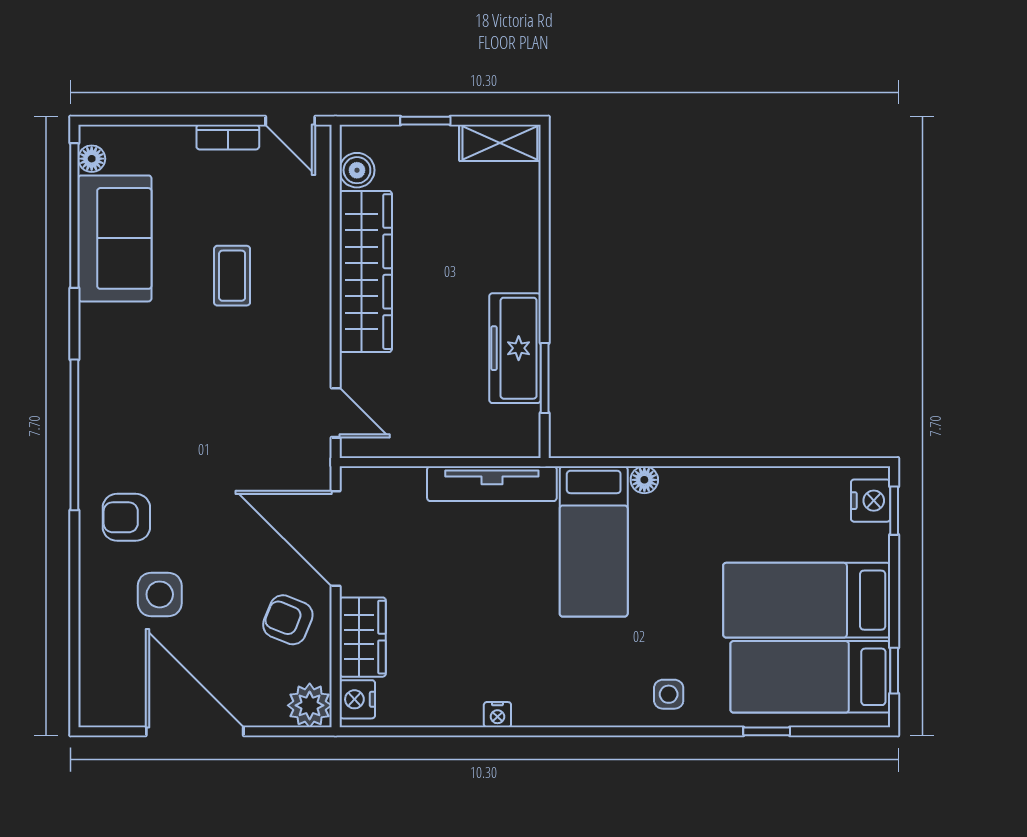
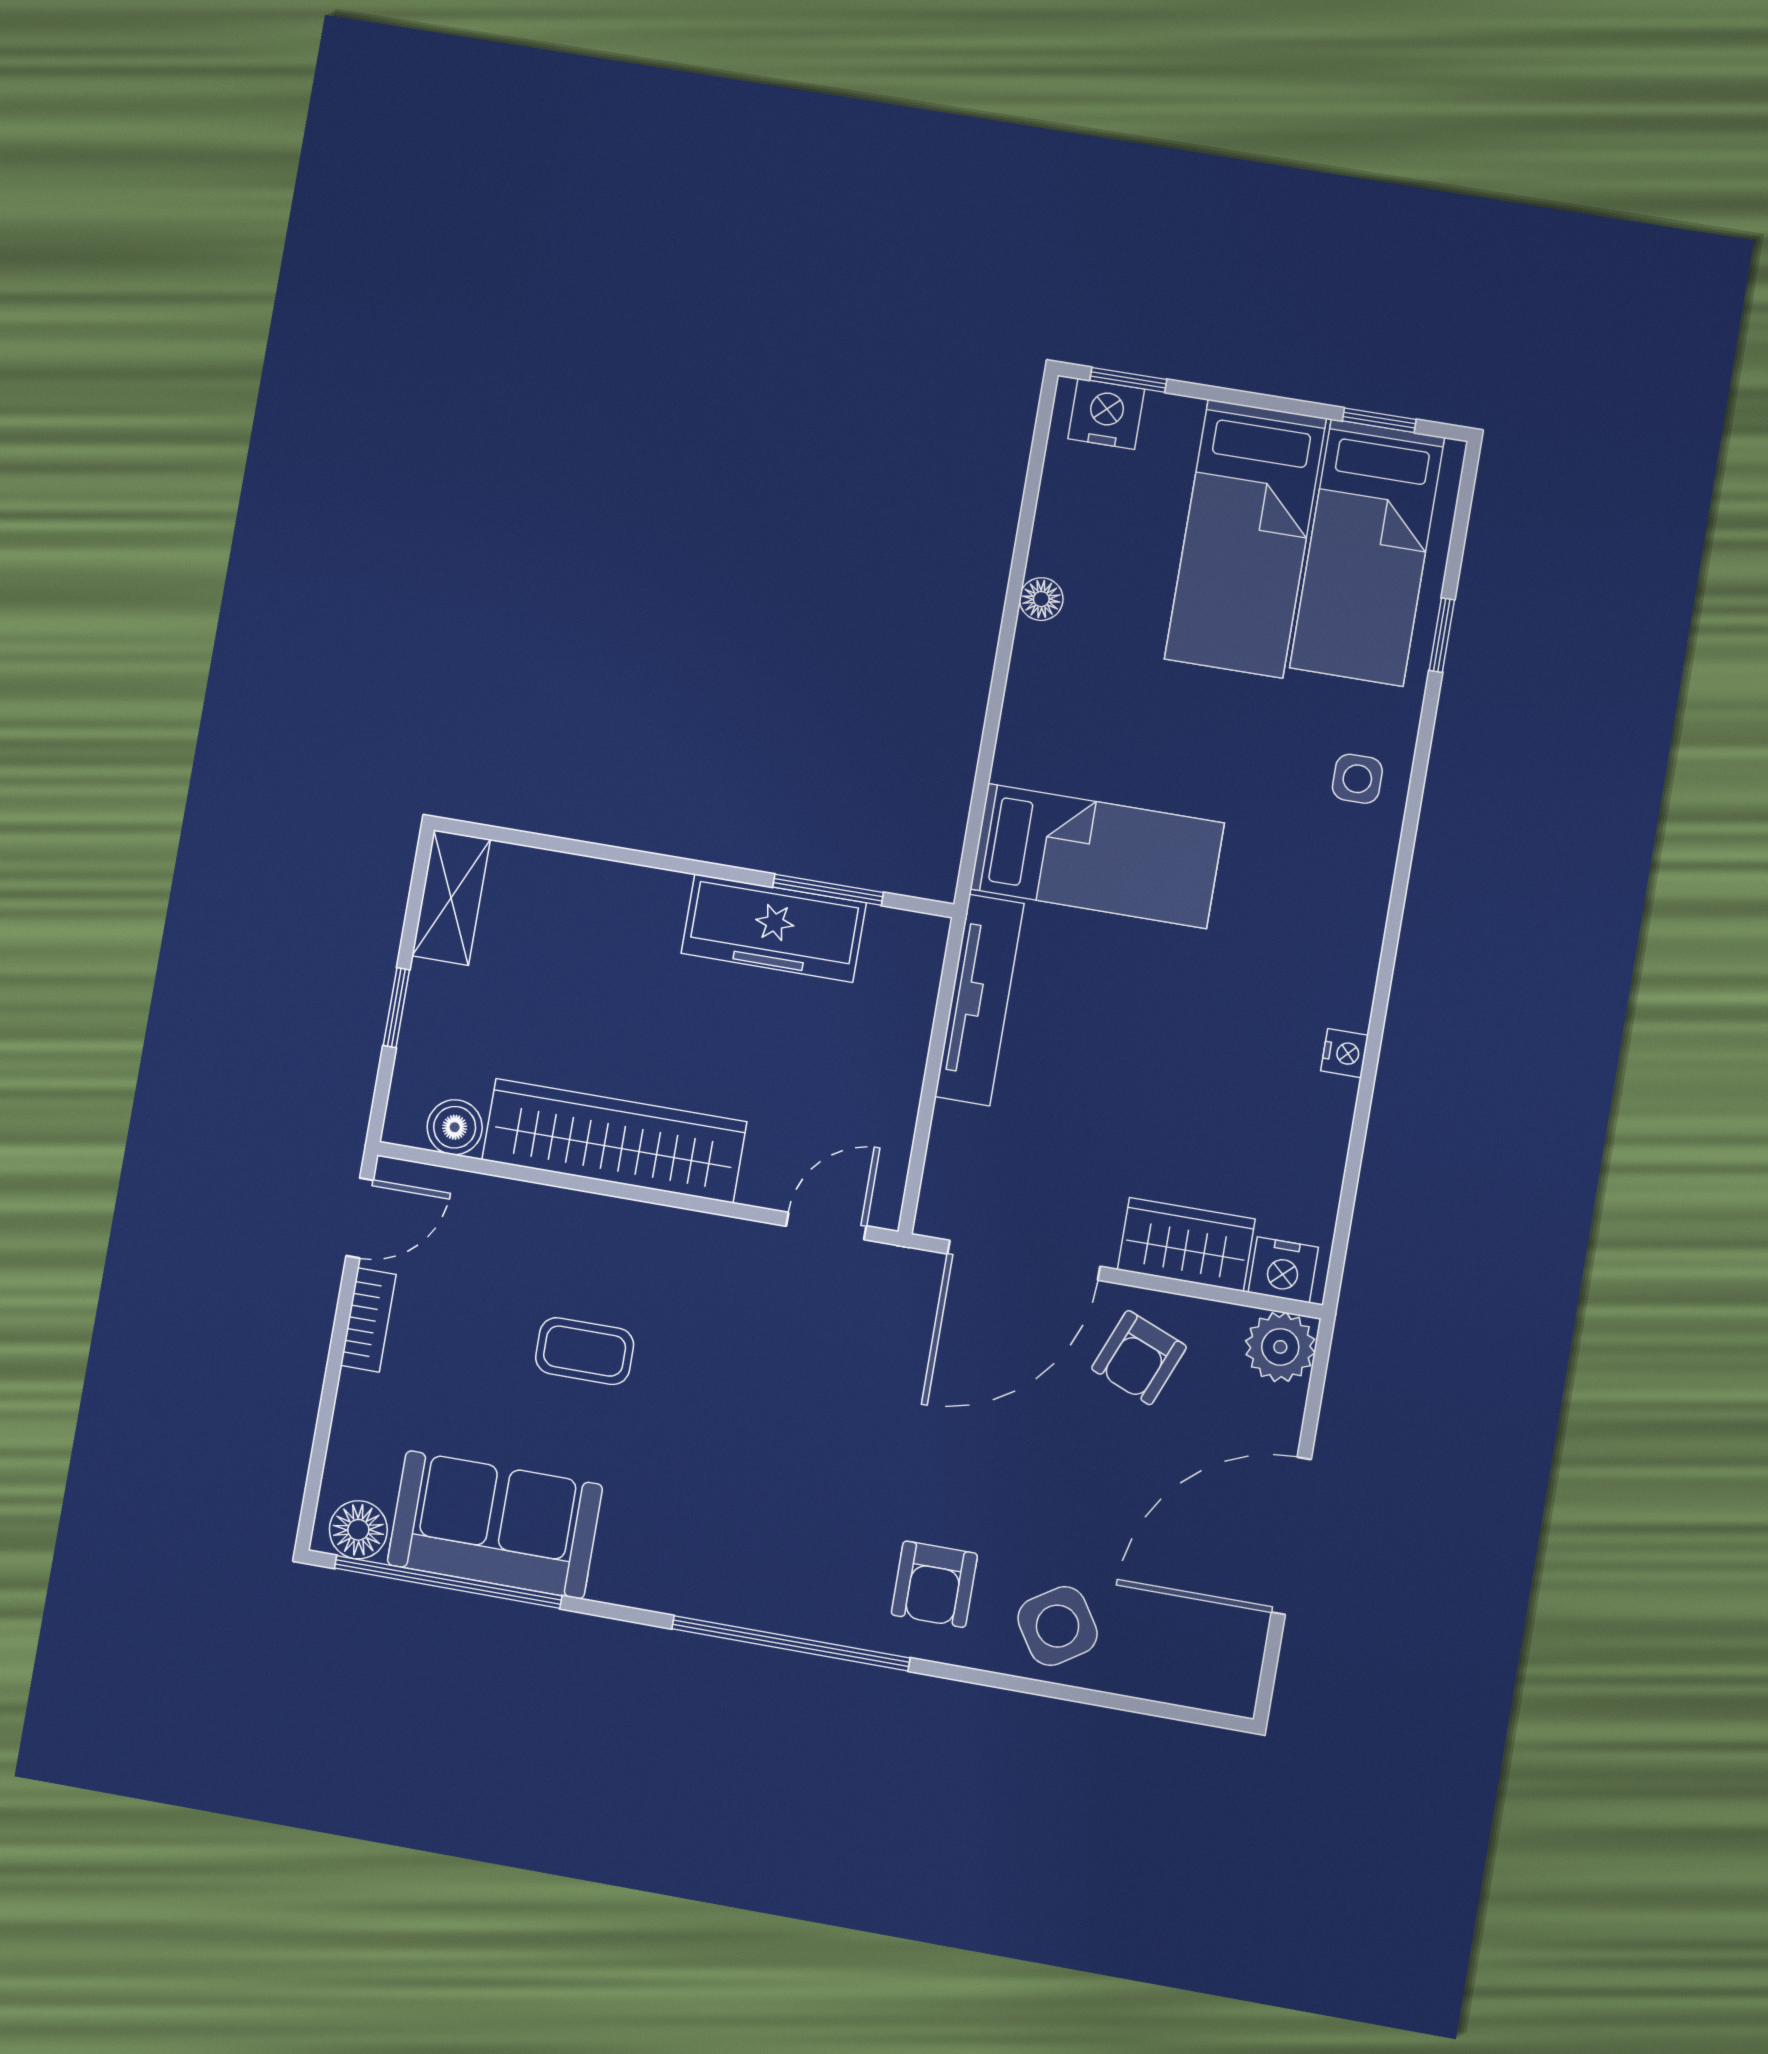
floor lamp: (92, 159) -> (358, 1530), width x1.37, depth x1.37
floor lamp: (644, 480) -> (1041, 599), moved
side table: (160, 594) -> (1058, 1626), moved, turned -33

